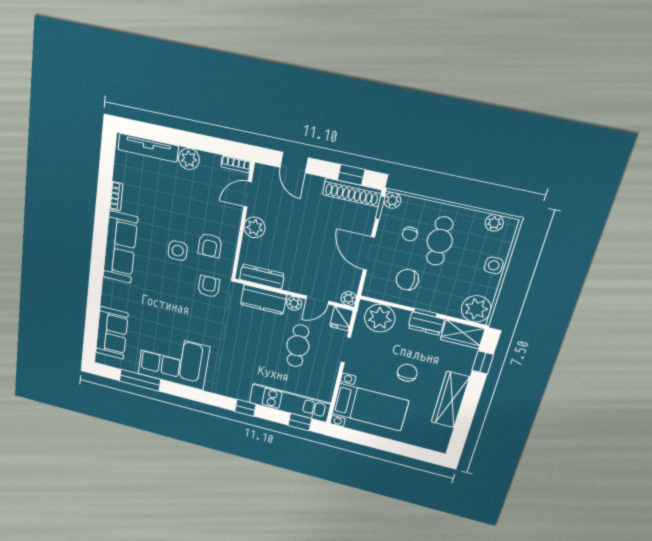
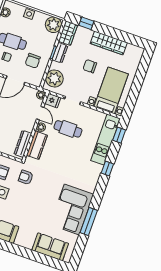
window: (140, 380) -> (89, 222), moved

